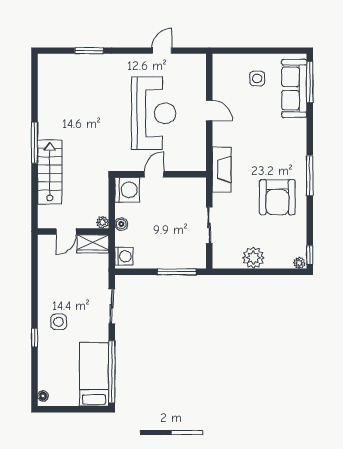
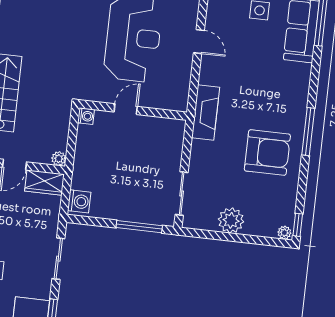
washing machine: (127, 190) -> (86, 116), width x0.53, depth x0.53
armchair: (277, 197) -> (267, 153), turned -90
boiler: (121, 224) -> (80, 163), removed
sliding door: (209, 225) -> (182, 194), moved

